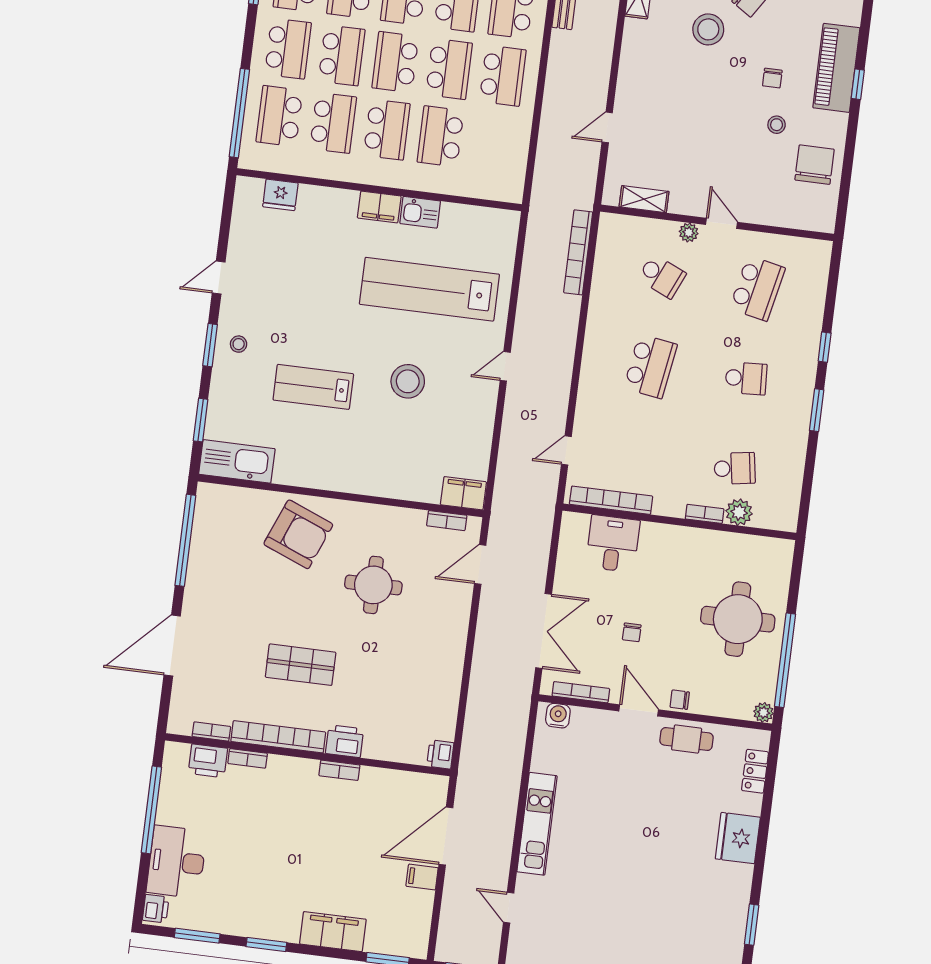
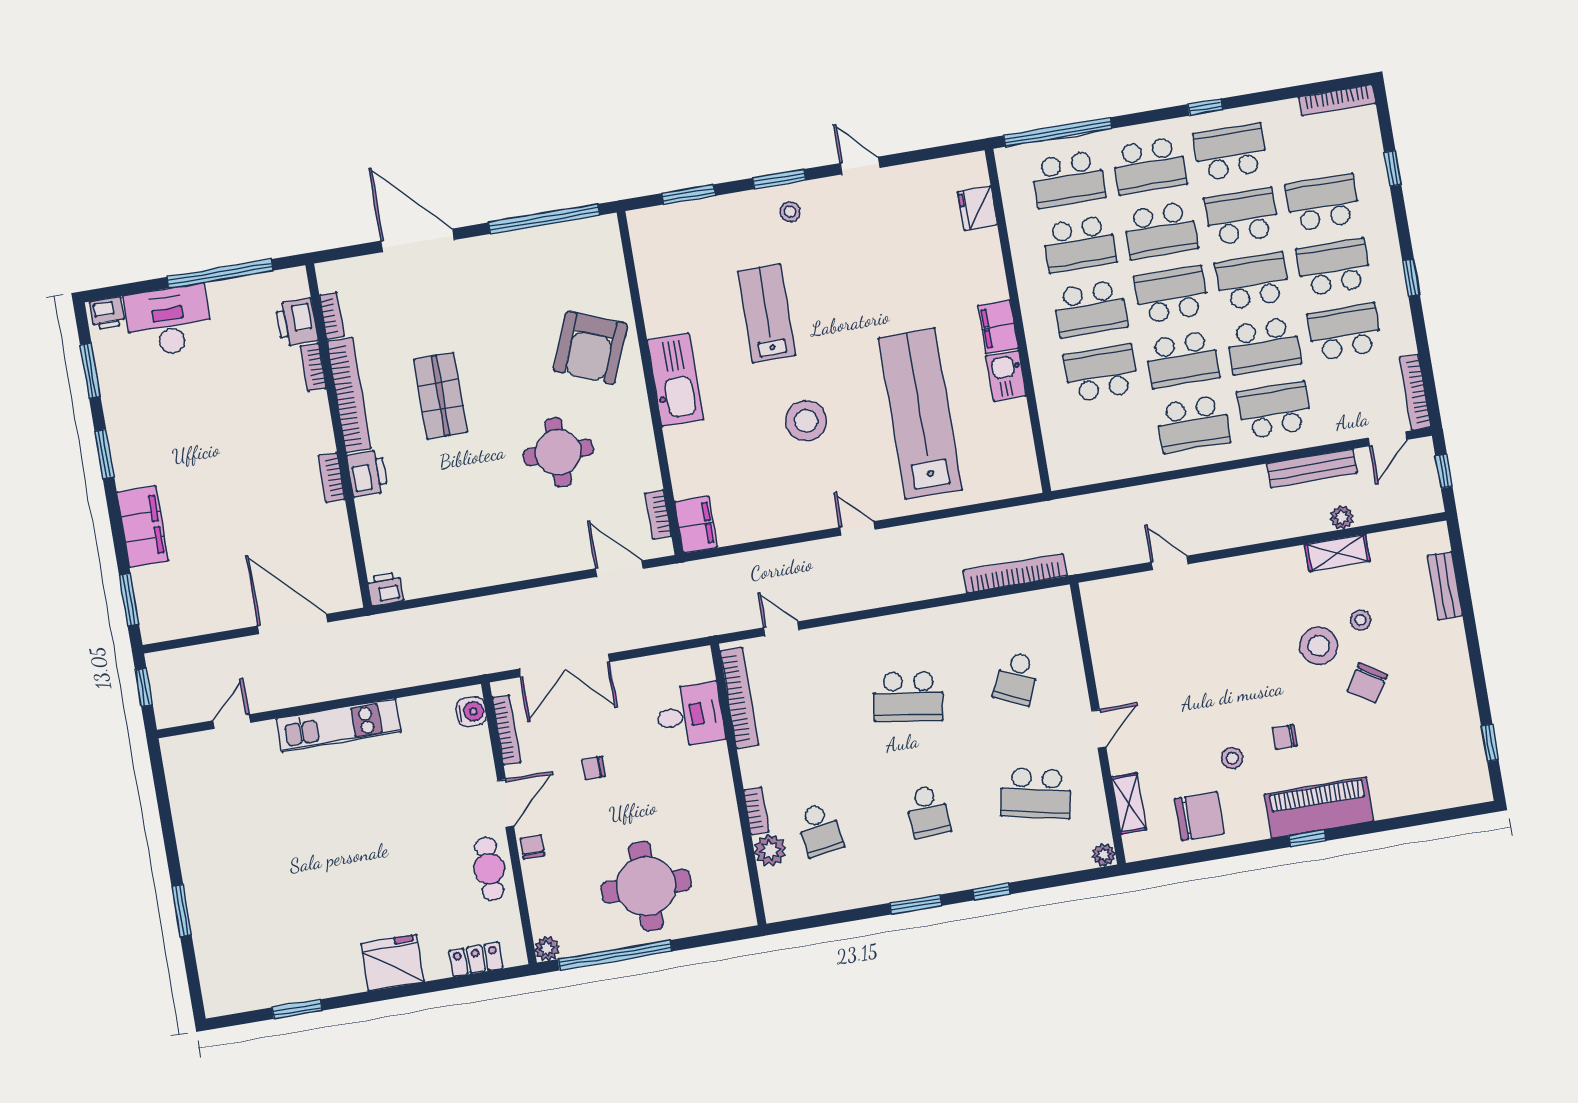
school desk: (279, 116) -> (1068, 179), turned 180
shelving: (644, 199) -> (1129, 803), moved
plant: (689, 232) -> (1104, 855), moved
kitchen sink: (237, 461) -> (675, 380), moved
filing cabinet: (422, 877) -> (237, 611), removed

